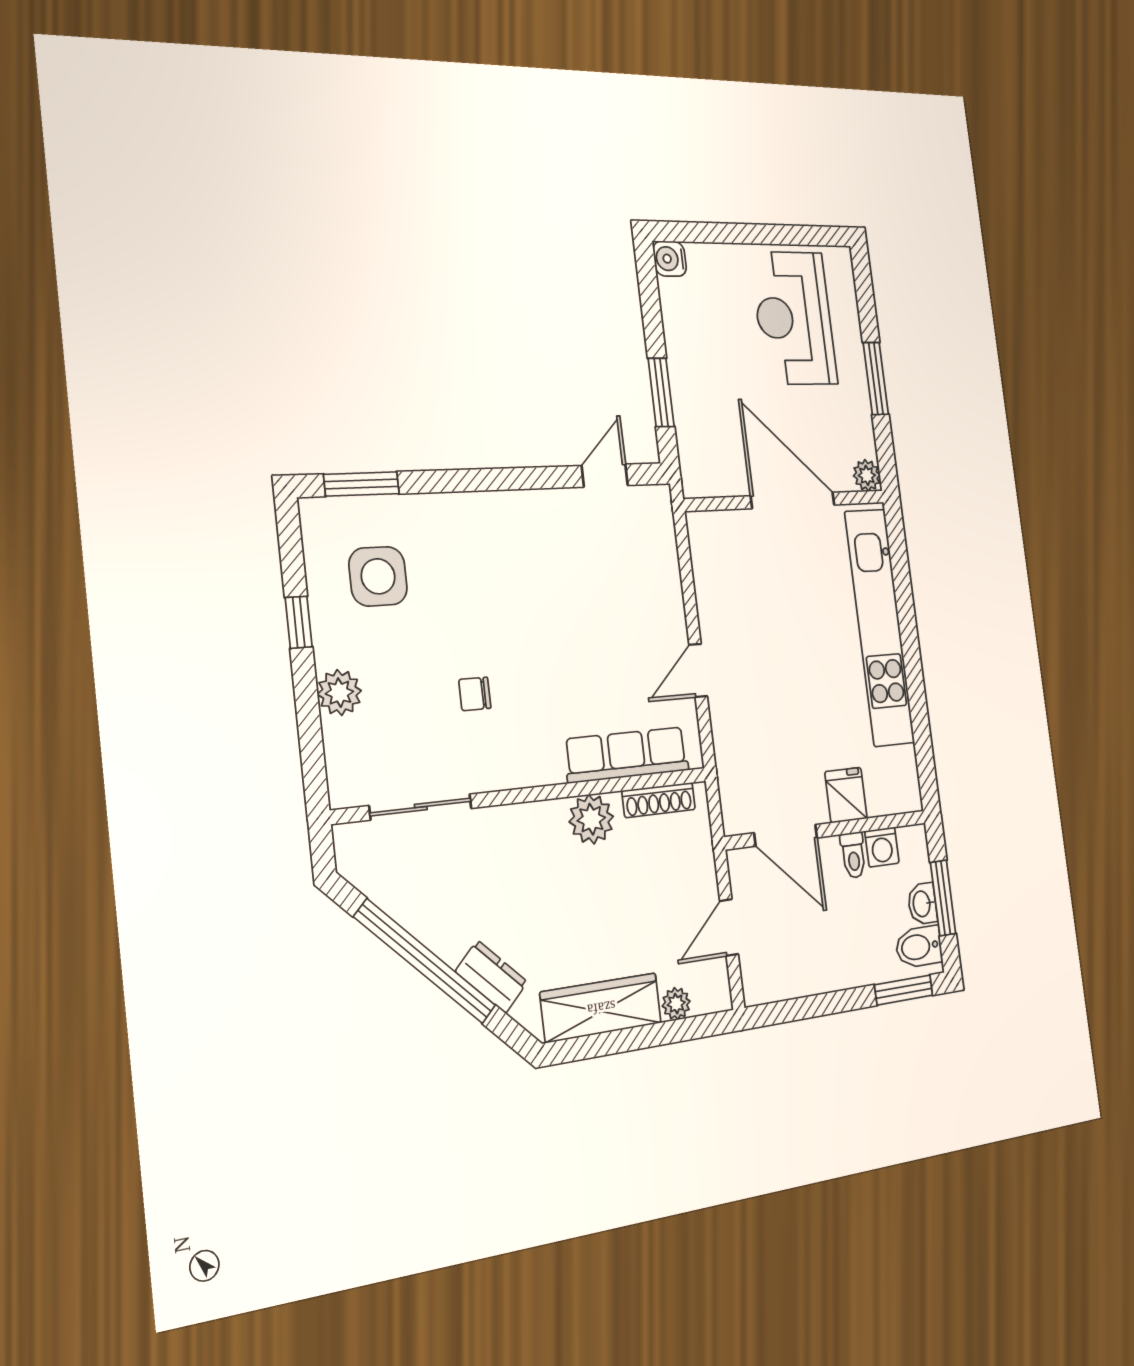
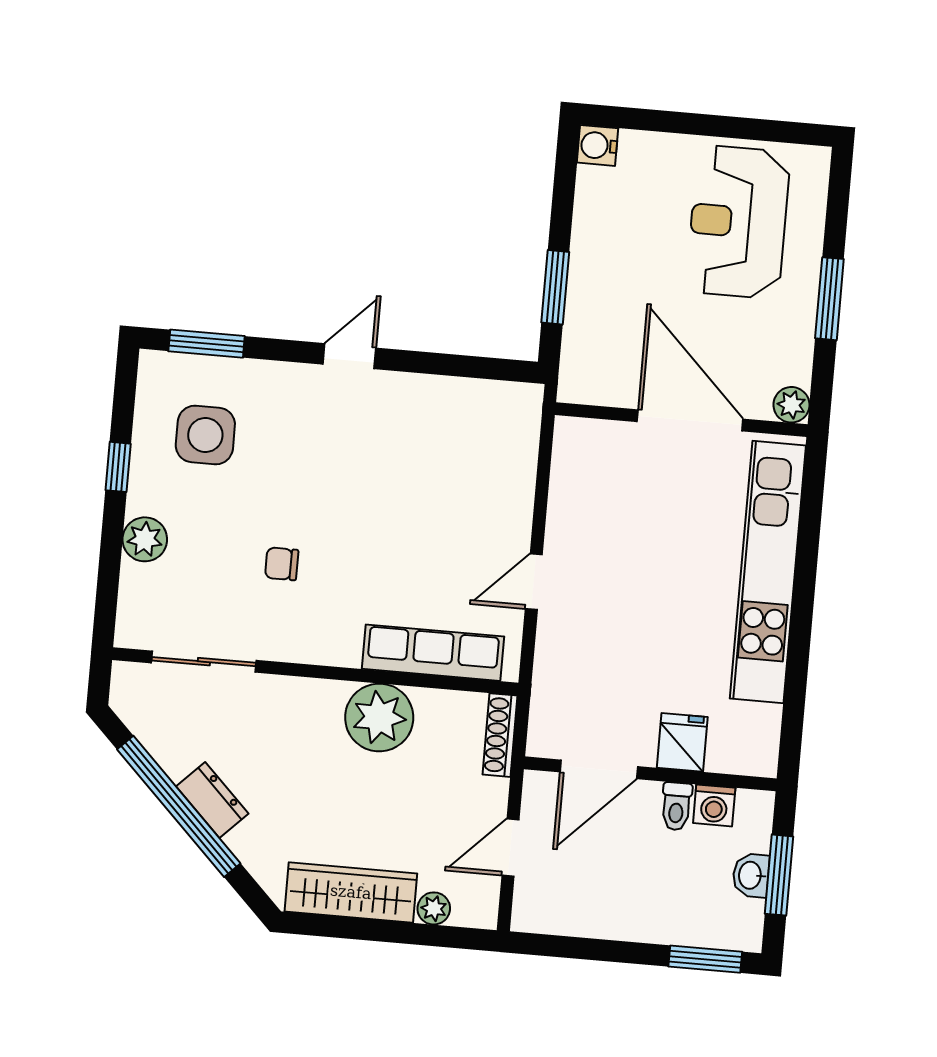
door: (605, 476) -> (349, 356), moved
shoe rack: (659, 800) -> (500, 735), moved, turned 90
plant: (591, 819) -> (379, 718), width x1.36, depth x1.36
door: (786, 835) -> (599, 769), hinge flipped
bidet: (919, 947) -> (735, 919), removed
dresser: (491, 977) -> (212, 800), moved

